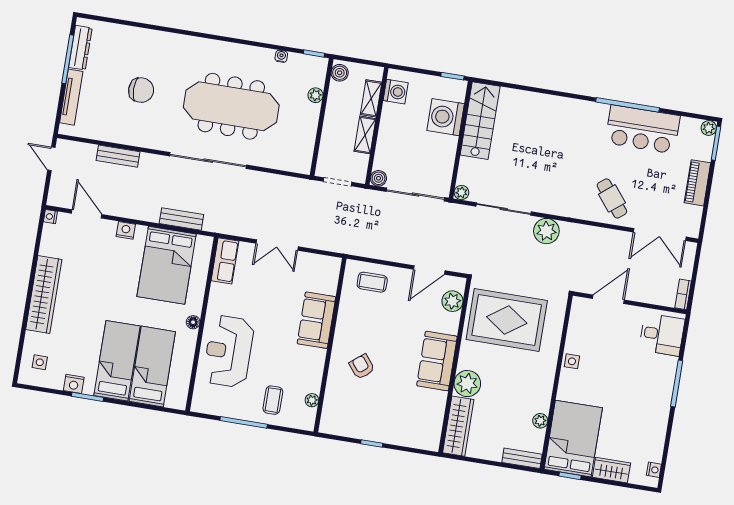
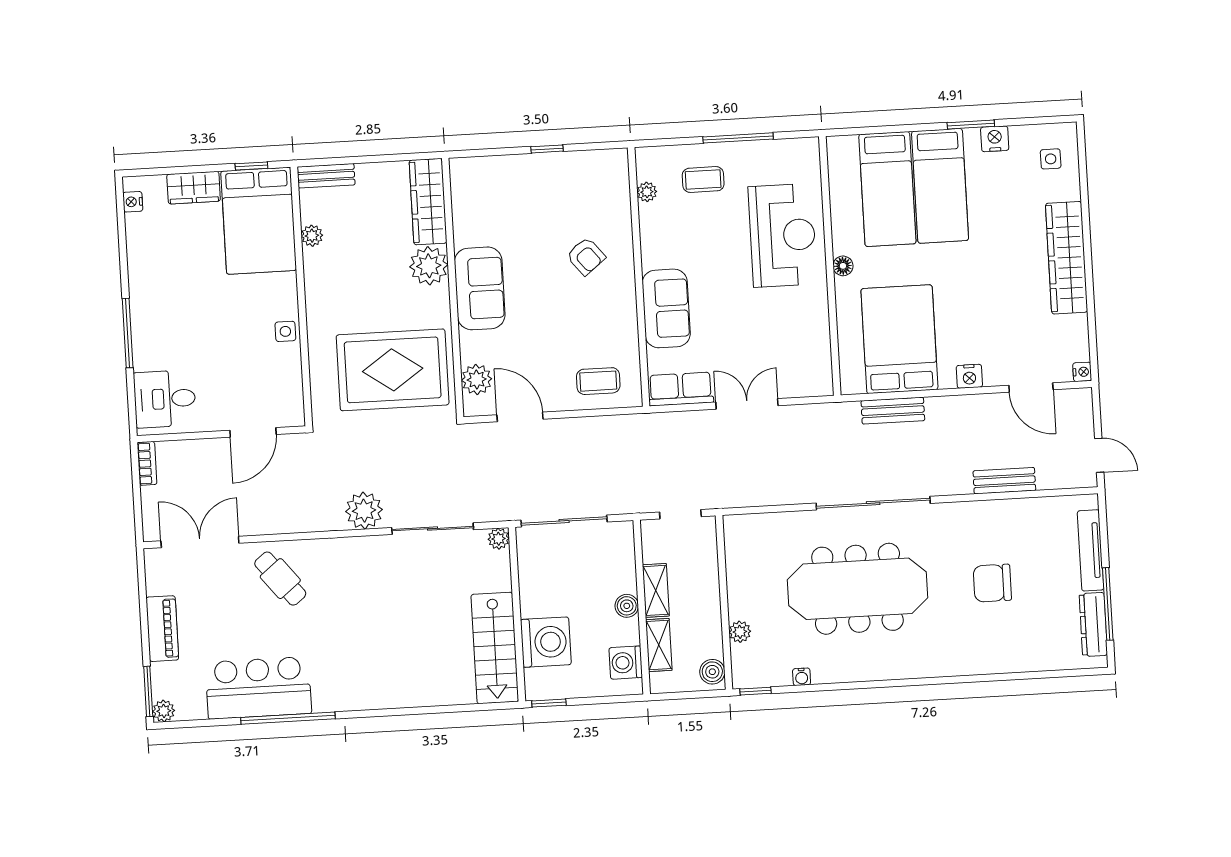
boiler: (378, 178) -> (627, 606), moved
row of seats: (225, 261) -> (681, 389), moved, turned 90
door: (429, 270) -> (520, 417), hinge flipped
coffee table: (273, 400) -> (703, 180), turned 90

